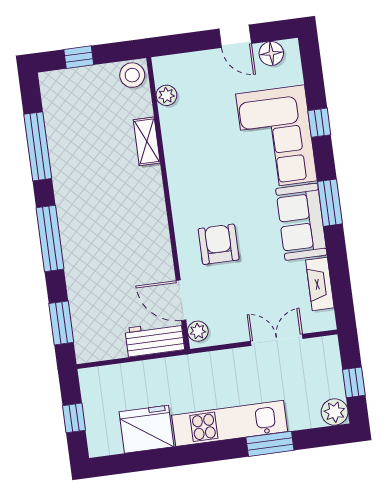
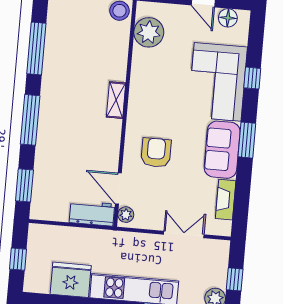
plant: (166, 95) -> (149, 32), width x1.87, depth x1.87
shelving: (147, 141) -> (116, 100), moved

